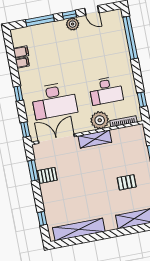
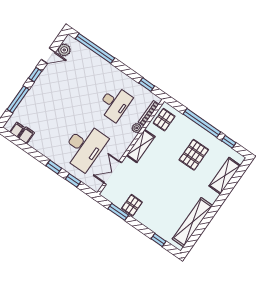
plant: (73, 24) -> (64, 50), moved
filing cabinet: (22, 63) -> (17, 130), moved
plant: (100, 120) -> (137, 128), width x0.53, depth x0.53
window: (25, 129) -> (73, 180), moved
pallet: (130, 137) -> (164, 120), added
double door: (56, 139) -> (113, 173), width x0.73
pallet: (127, 182) -> (194, 155), width x1.50, depth x1.42

